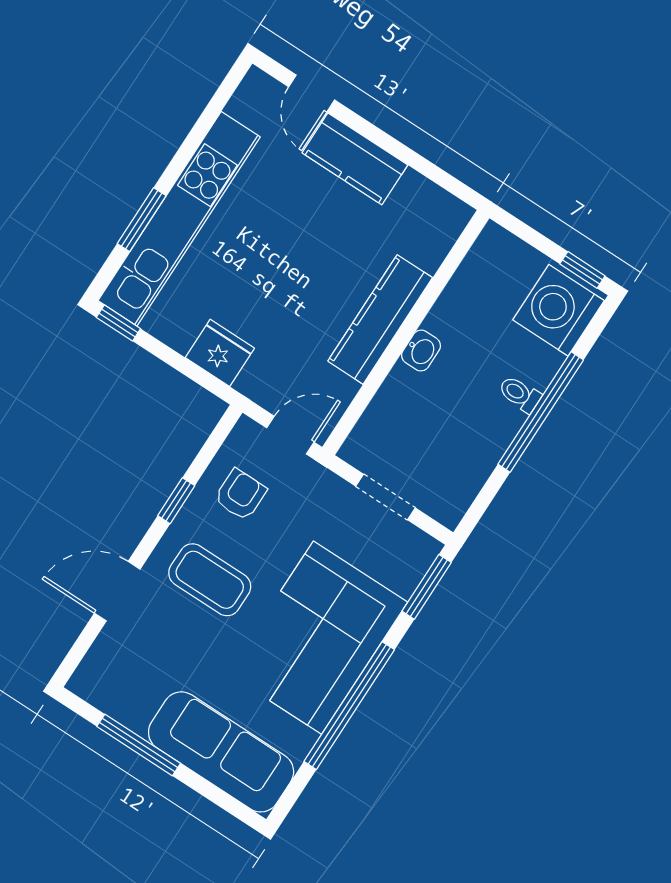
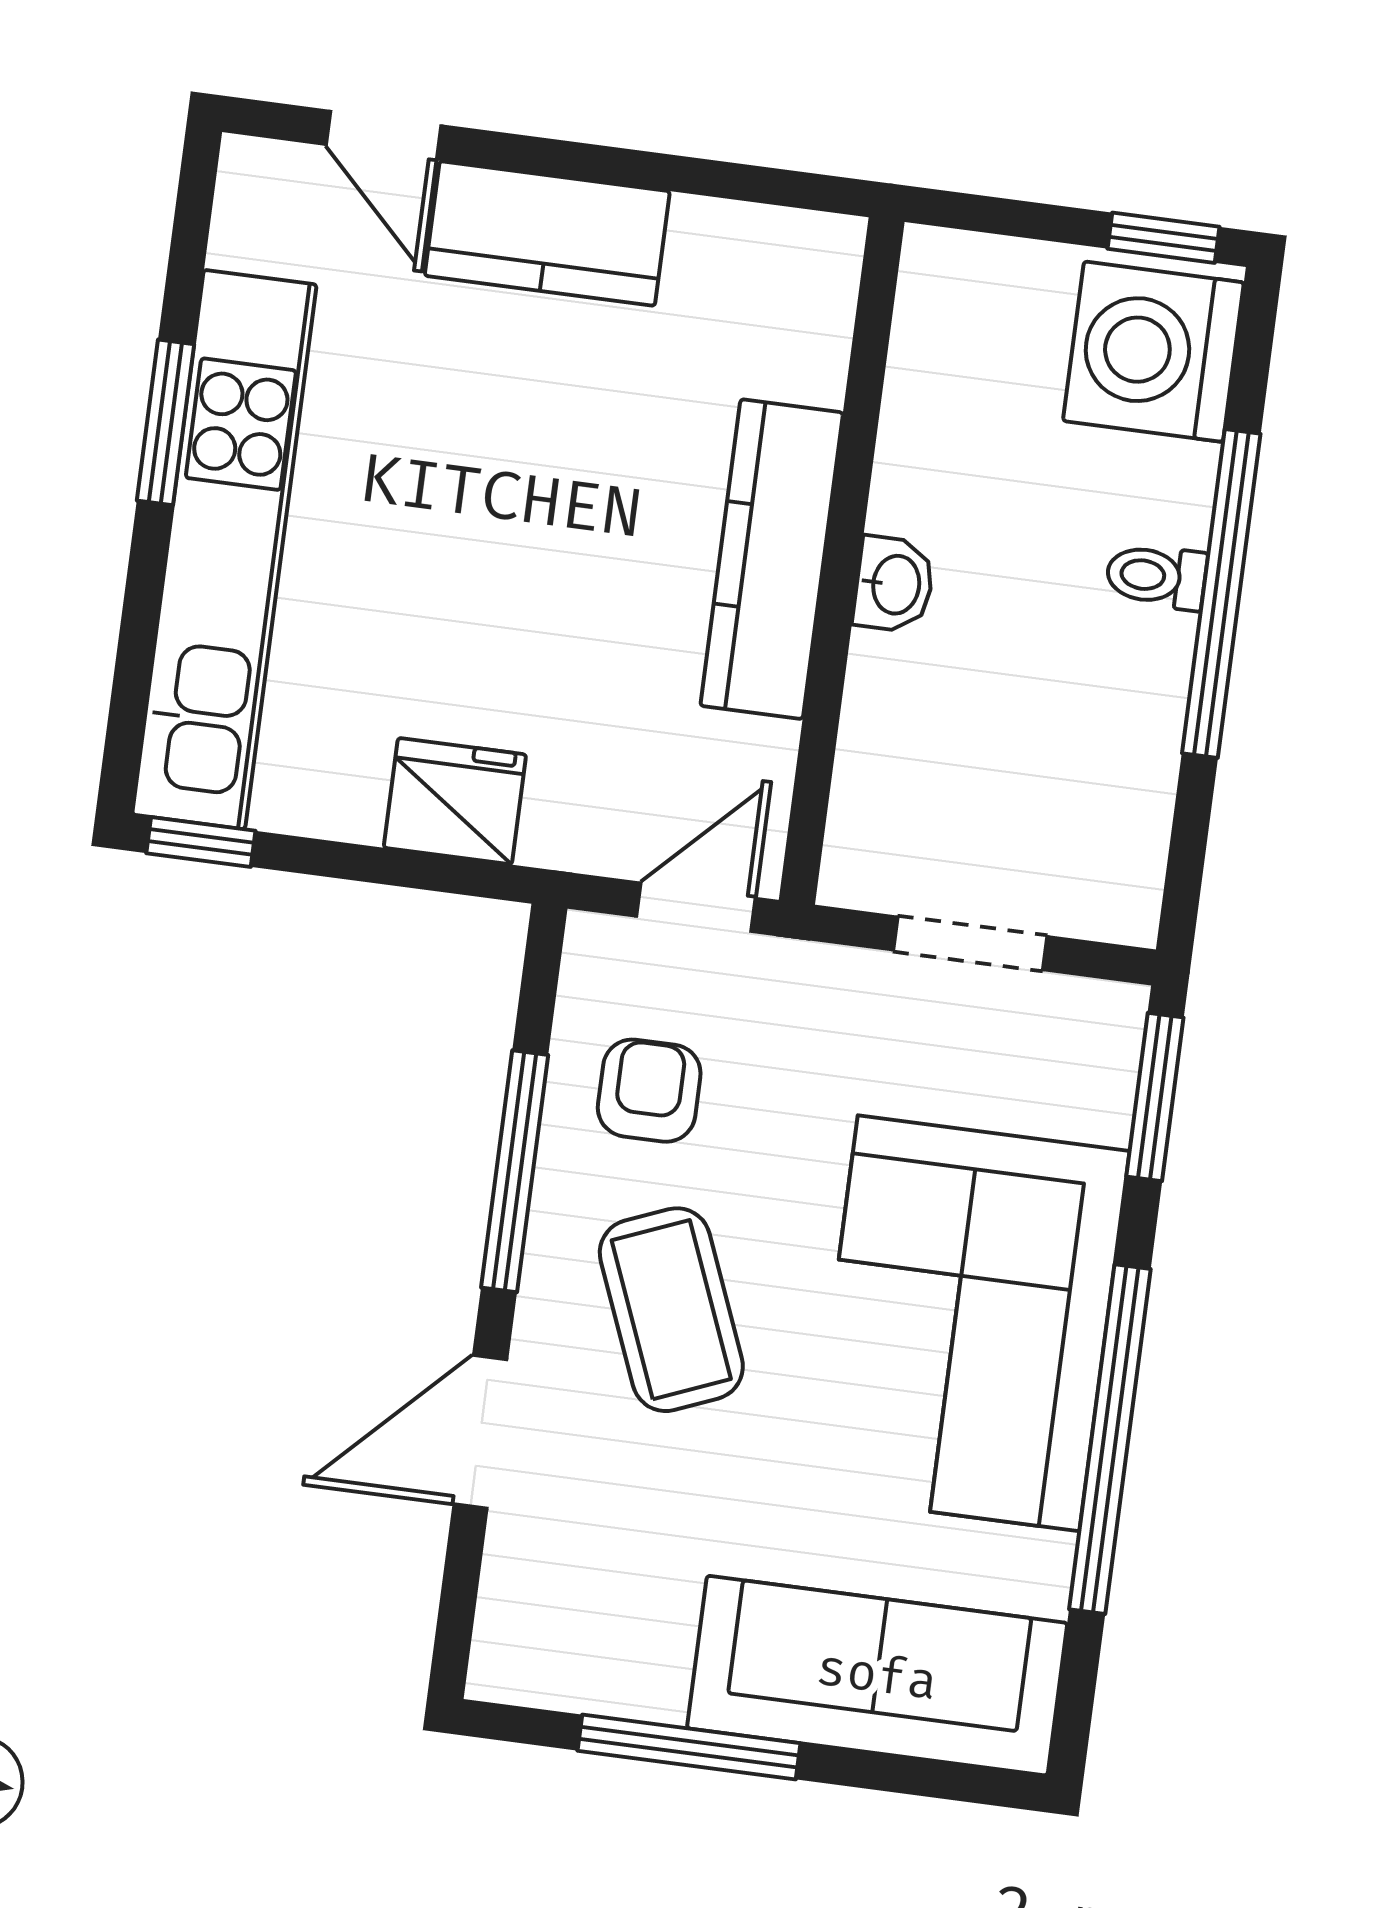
window: (142, 220) -> (165, 422), moved
window: (176, 501) -> (515, 1171), width x2.17
coffee table: (210, 580) -> (671, 1310), turned 68

